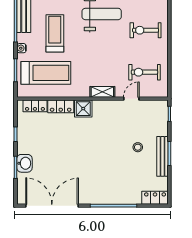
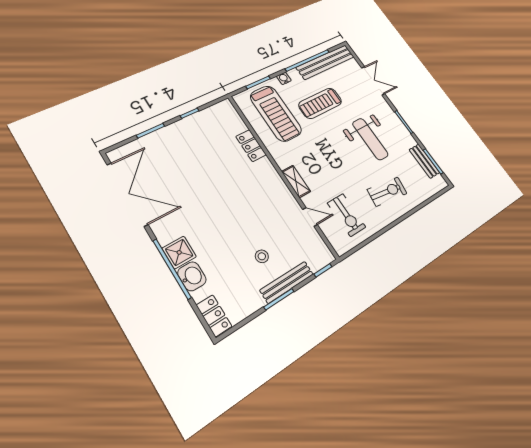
exercise bike: (146, 30) -> (387, 192), turned 98
treadmill: (55, 33) -> (320, 103), turned 180
exercise bike: (144, 72) -> (347, 215), turned 180
locker: (35, 106) -> (234, 119), removed
shower: (83, 109) -> (179, 252), moved
bench: (163, 156) -> (287, 282), moved
washbasin: (24, 163) -> (192, 276), moved, turned -90

